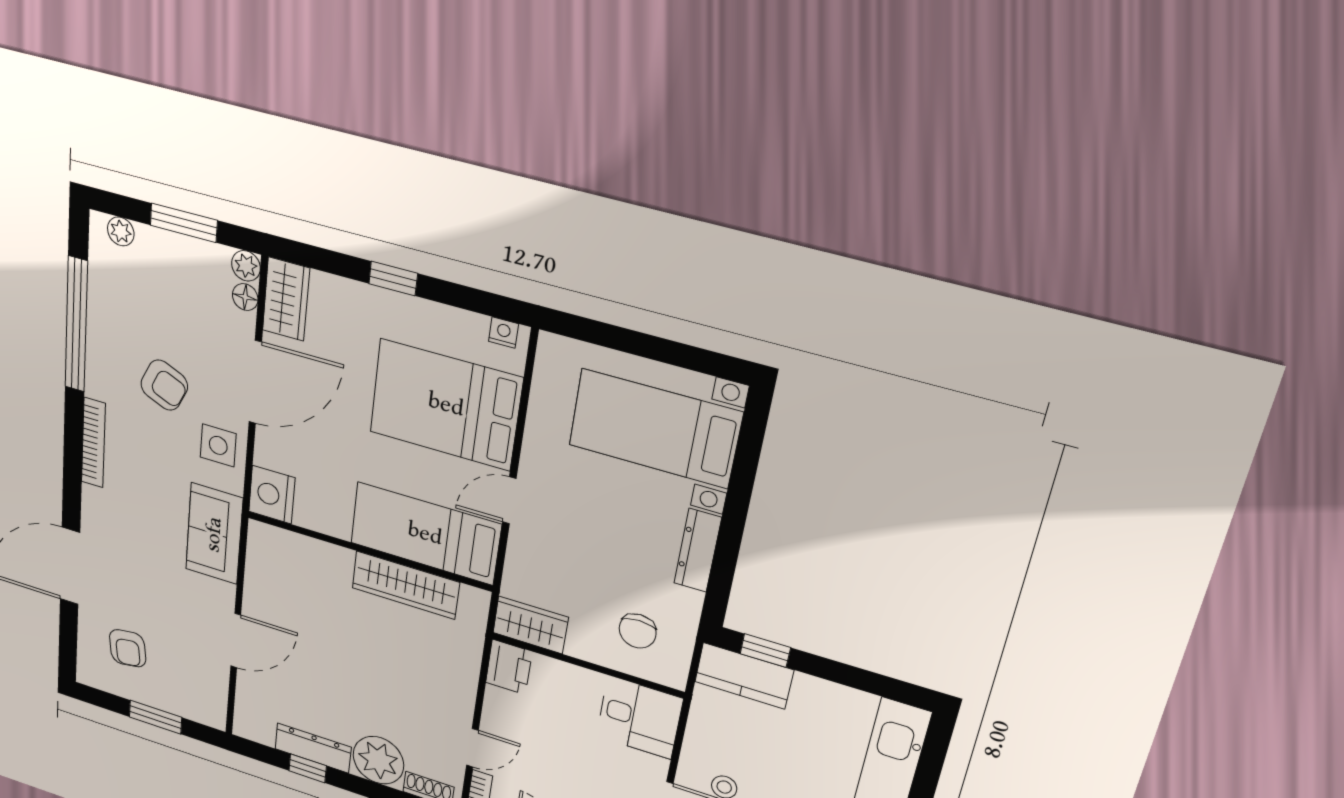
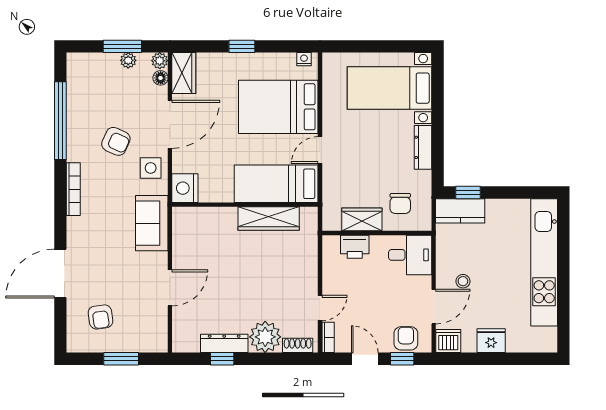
plant: (121, 231) -> (128, 60), moved
wardrobe: (531, 625) -> (362, 219), moved
printer: (509, 667) -> (355, 247), moved, turned 90

